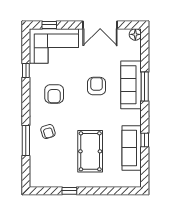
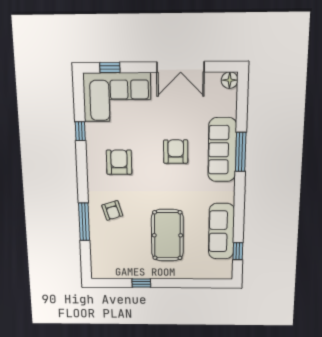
armchair: (54, 94) -> (119, 162), turned 180
window: (145, 140) -> (238, 251), moved

